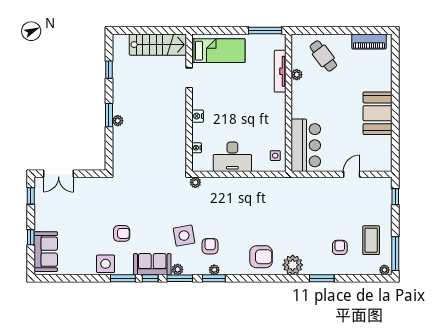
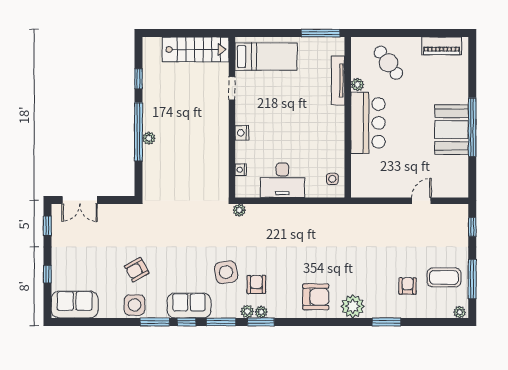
window: (395, 111) -> (472, 127), added
window: (109, 115) -> (139, 132), width x2.11
bar counter: (306, 145) -> (368, 123), moved
armchair: (122, 233) -> (137, 270), moved, turned 151
coffee table: (371, 240) -> (444, 277), turned 90
sofa: (46, 252) -> (75, 305), moved, turned -90
window: (395, 254) -> (472, 279), moved
plant: (178, 269) -> (247, 312), moved

